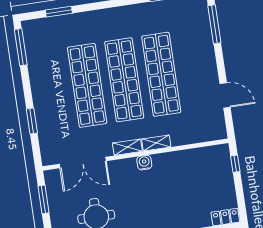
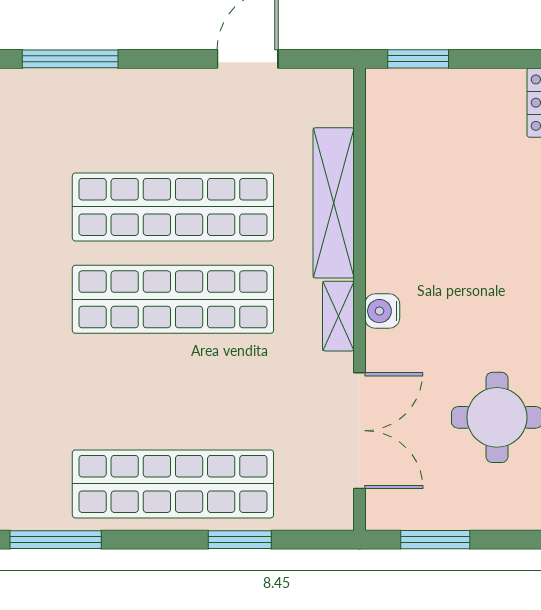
shop shelf: (87, 85) -> (173, 484), moved
shelving: (156, 143) -> (334, 203), width x2.20, depth x1.33
water cooler: (144, 163) -> (382, 311), moved
window: (235, 164) -> (418, 59), width x1.50

